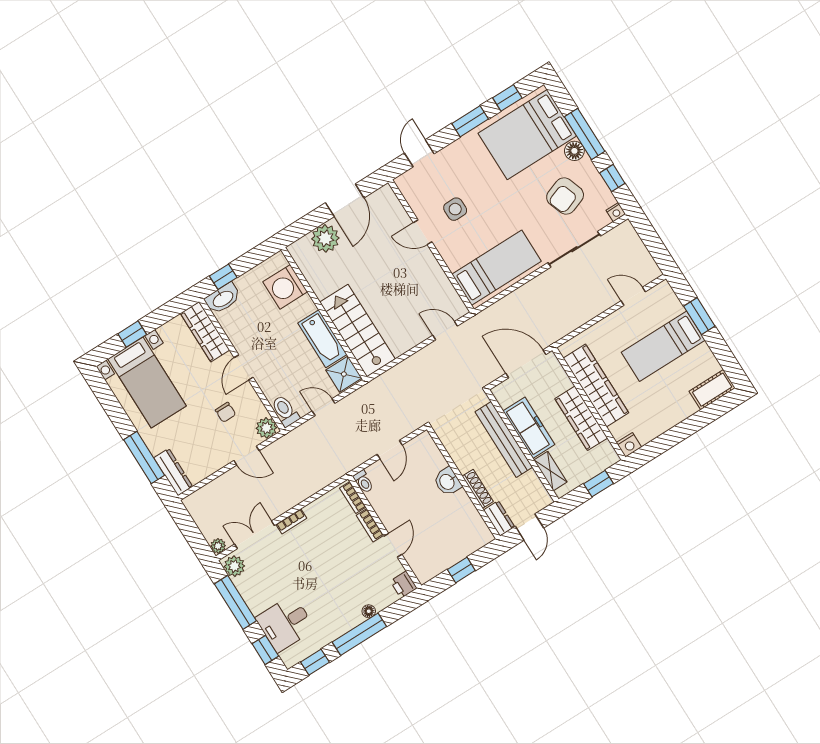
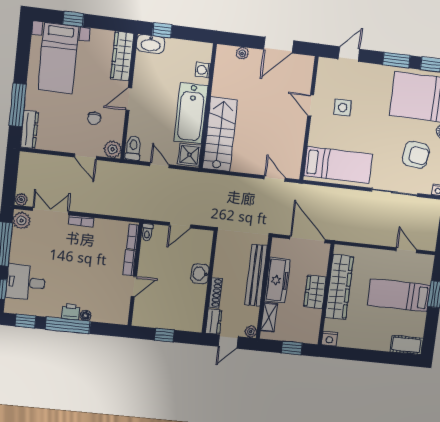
armchair: (565, 196) -> (416, 155), turned -153
plant: (325, 238) -> (242, 53), width x0.53, depth x0.53
washing machine: (285, 287) -> (203, 70), width x0.53, depth x0.53
bathtub: (322, 339) -> (191, 113), width x1.36, depth x1.36
wardrobe: (581, 418) -> (315, 292), width x0.67
plant: (544, 500) -> (251, 332), added
printer: (404, 585) -> (71, 312), moved, turned 90

